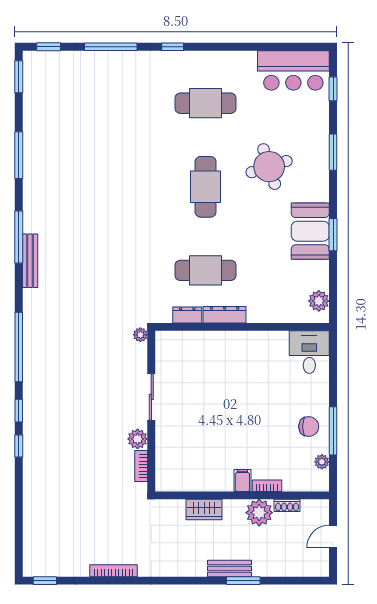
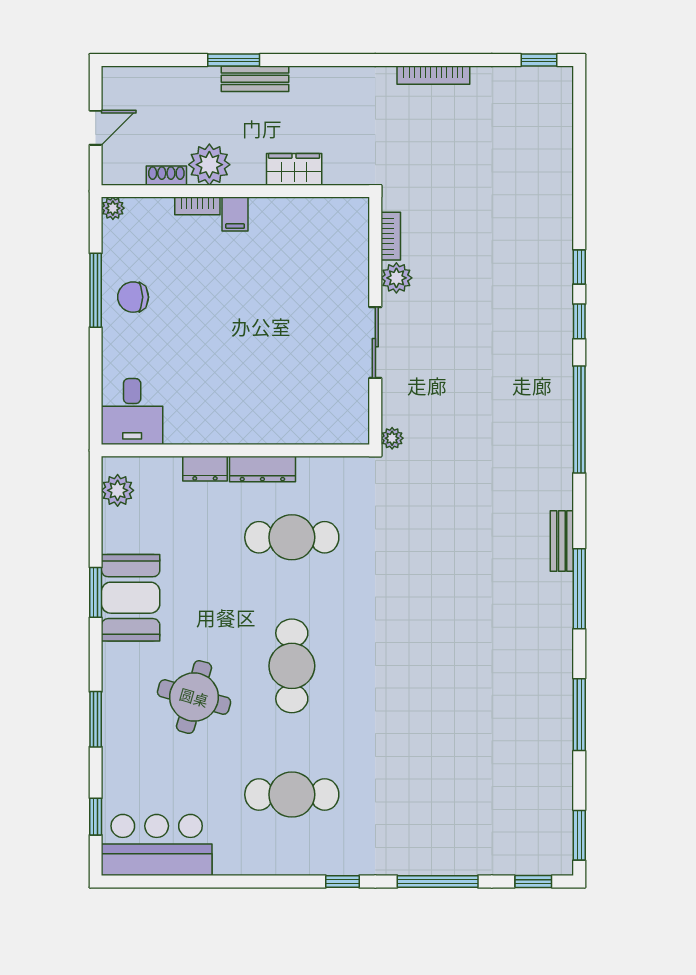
round table: (269, 167) -> (194, 697), turned 34
bench: (30, 261) -> (562, 541), width x0.73
dresser: (187, 315) -> (205, 469), moved
plant: (322, 462) -> (113, 208), moved

